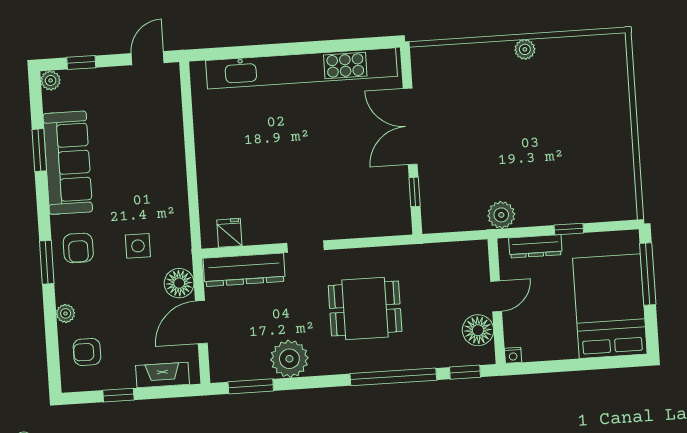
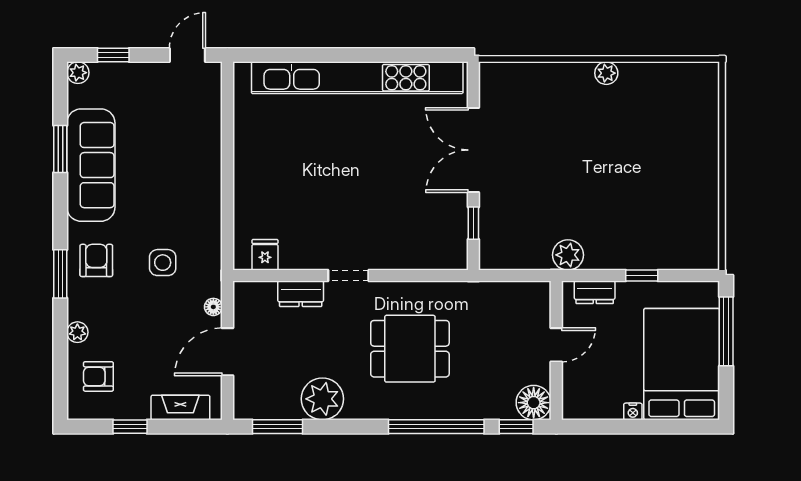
dresser: (535, 246) -> (595, 292), width x0.70
armchair: (78, 248) -> (96, 260), turned 180
dresser: (244, 270) -> (301, 294), width x0.51, depth x0.80
floor lamp: (179, 283) -> (213, 307), width x0.53, depth x0.53
floor lamp: (478, 330) -> (534, 403), moved
nightstand: (513, 355) -> (633, 411), moved

